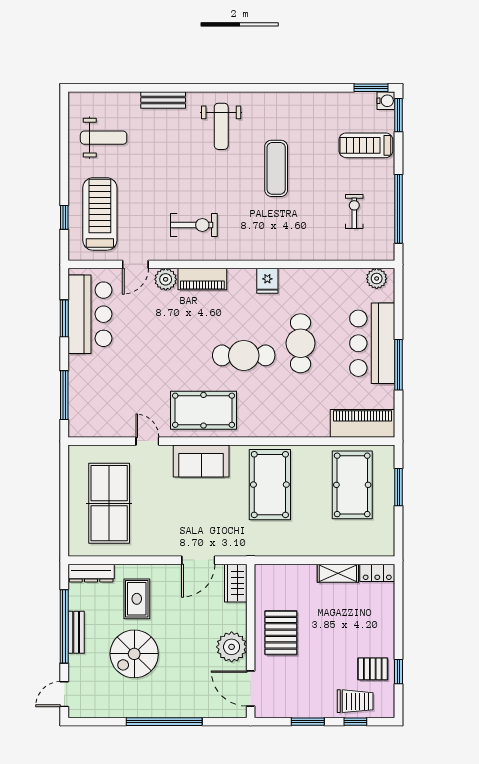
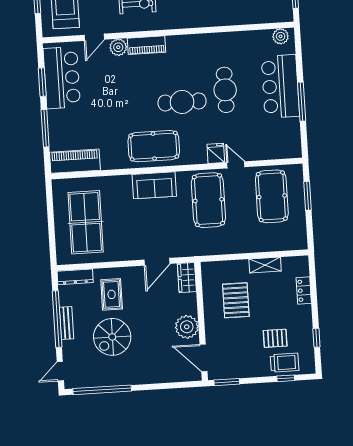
fridge: (267, 281) -> (216, 153), moved, turned 180
window: (64, 395) -> (45, 128), moved
piano: (363, 423) -> (75, 161), moved
door: (147, 441) -> (236, 165), moved
locker: (377, 573) -> (304, 290), moved, turned 90
pallet: (281, 633) -> (236, 300), moved
pallet: (373, 669) -> (275, 338), moved
window: (164, 722) -> (102, 390), moved
window: (308, 722) -> (227, 382), moved

